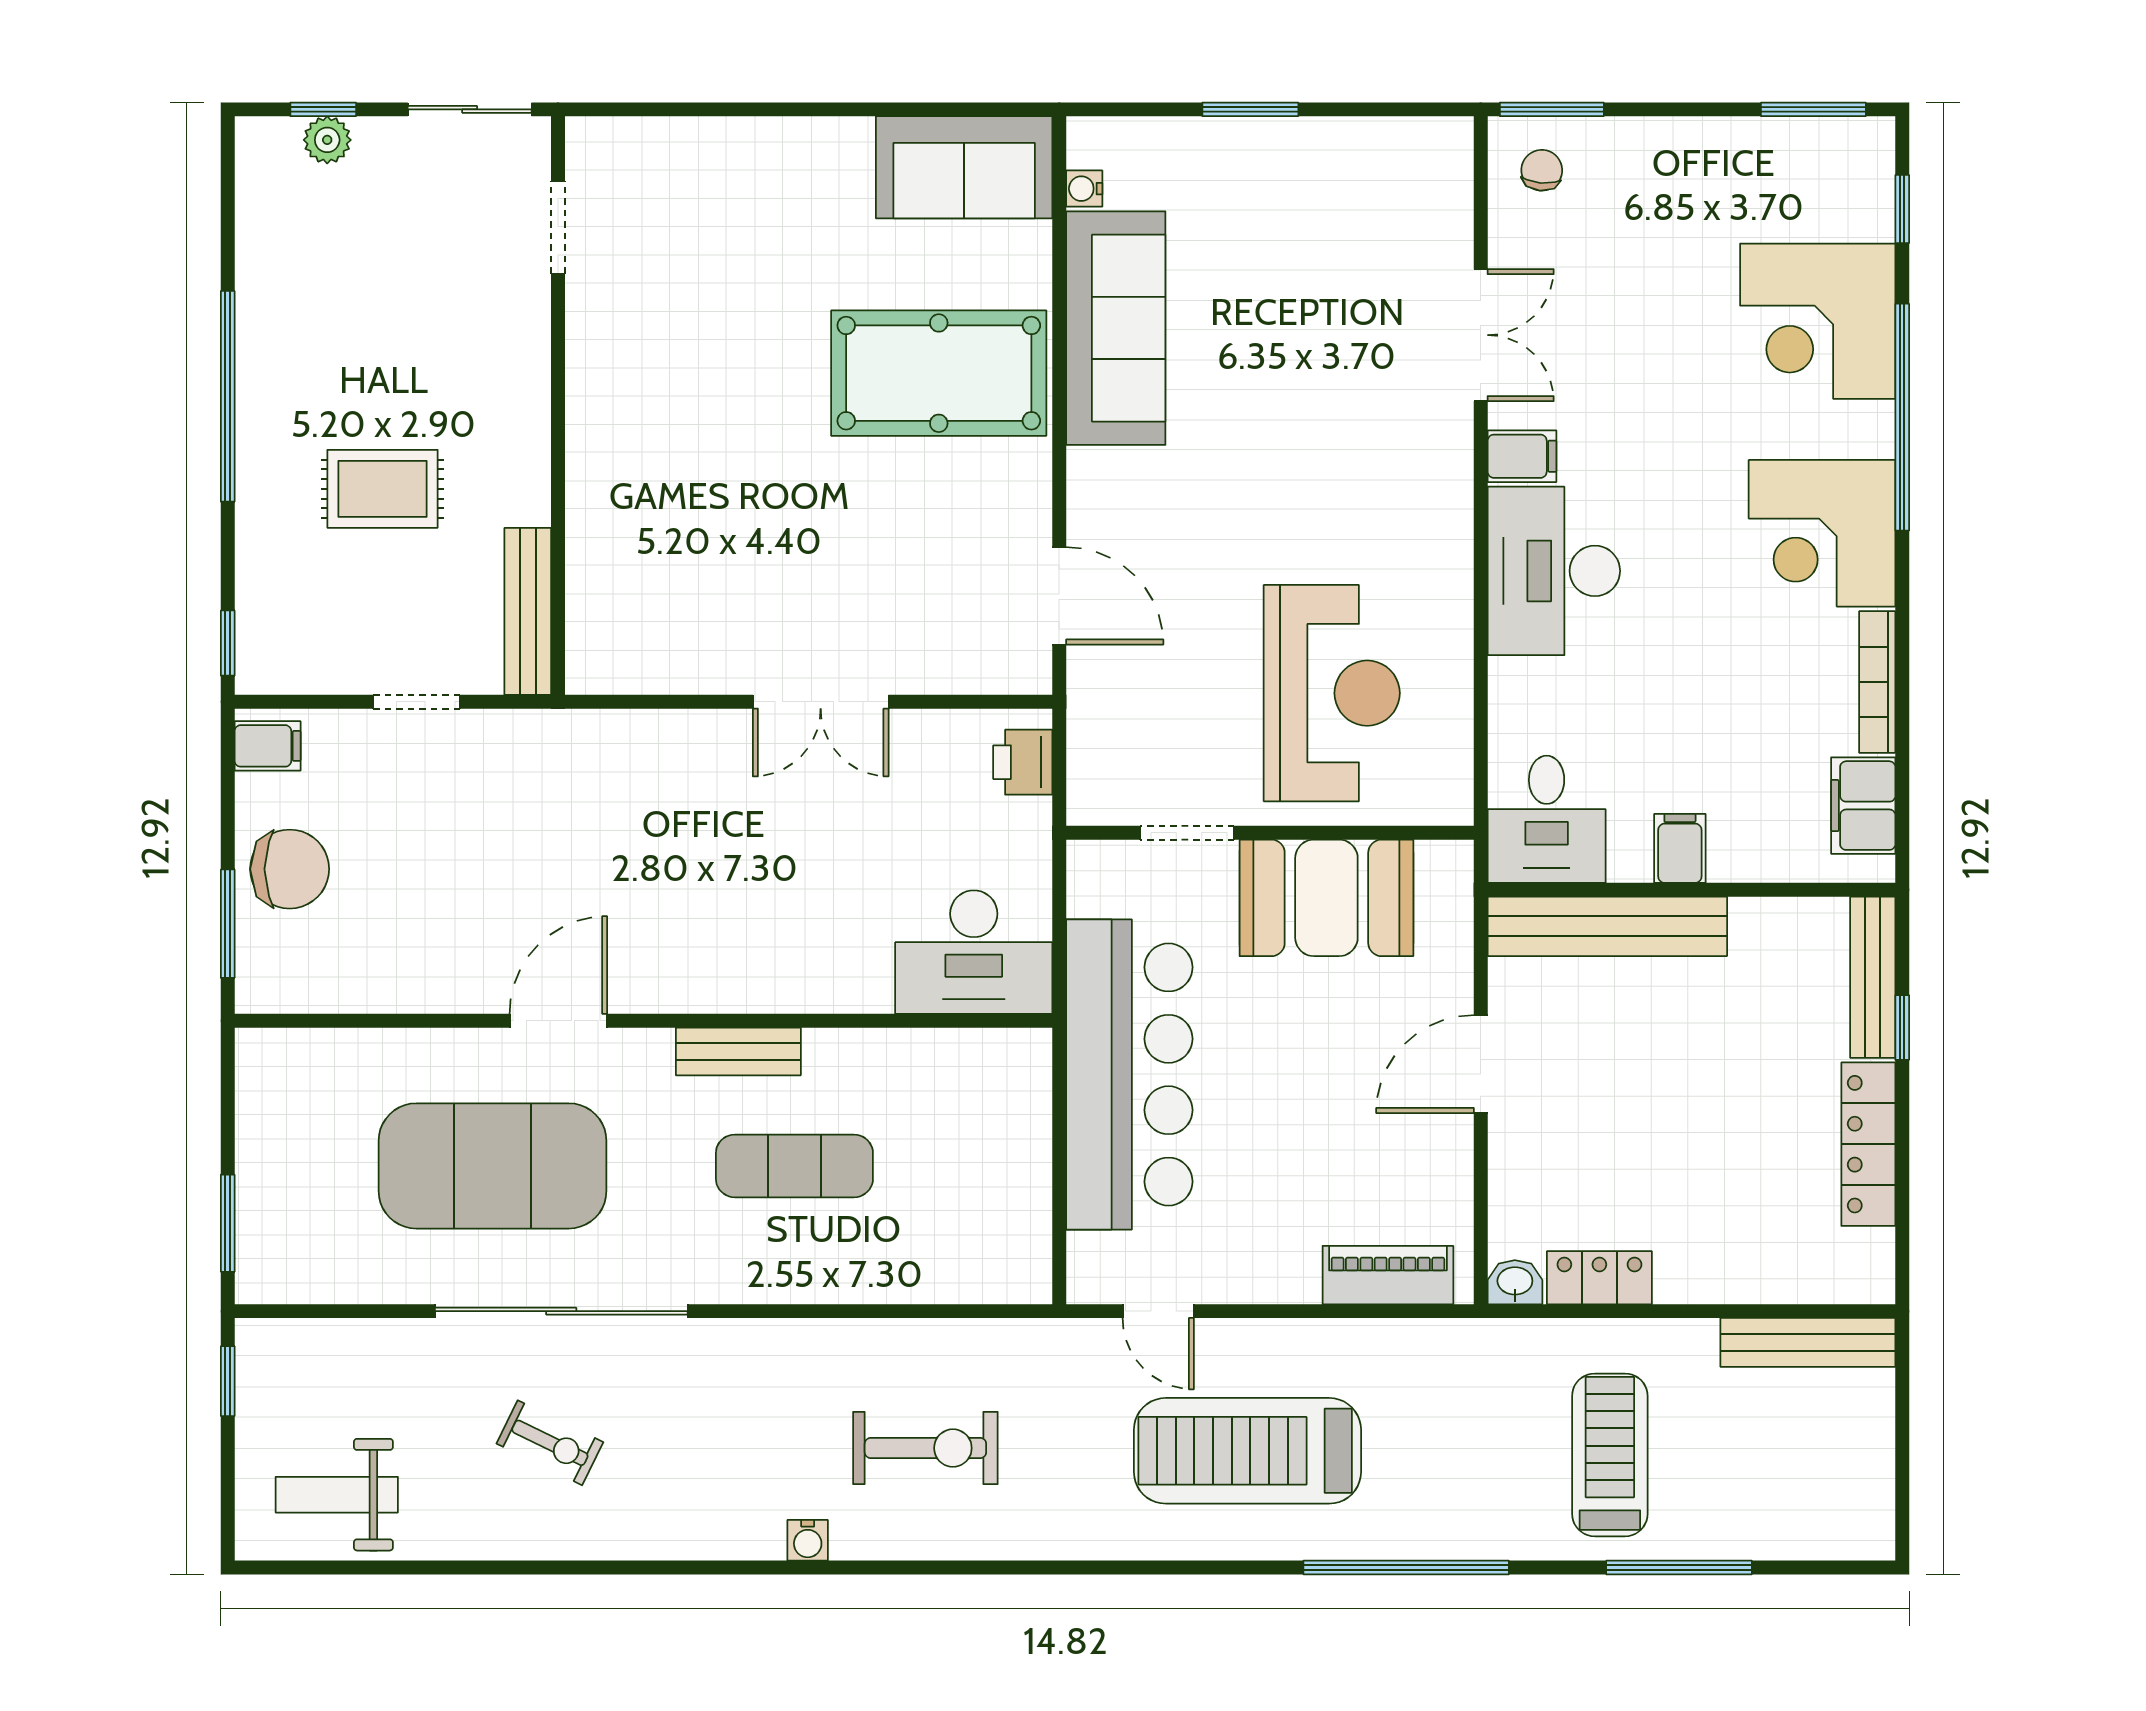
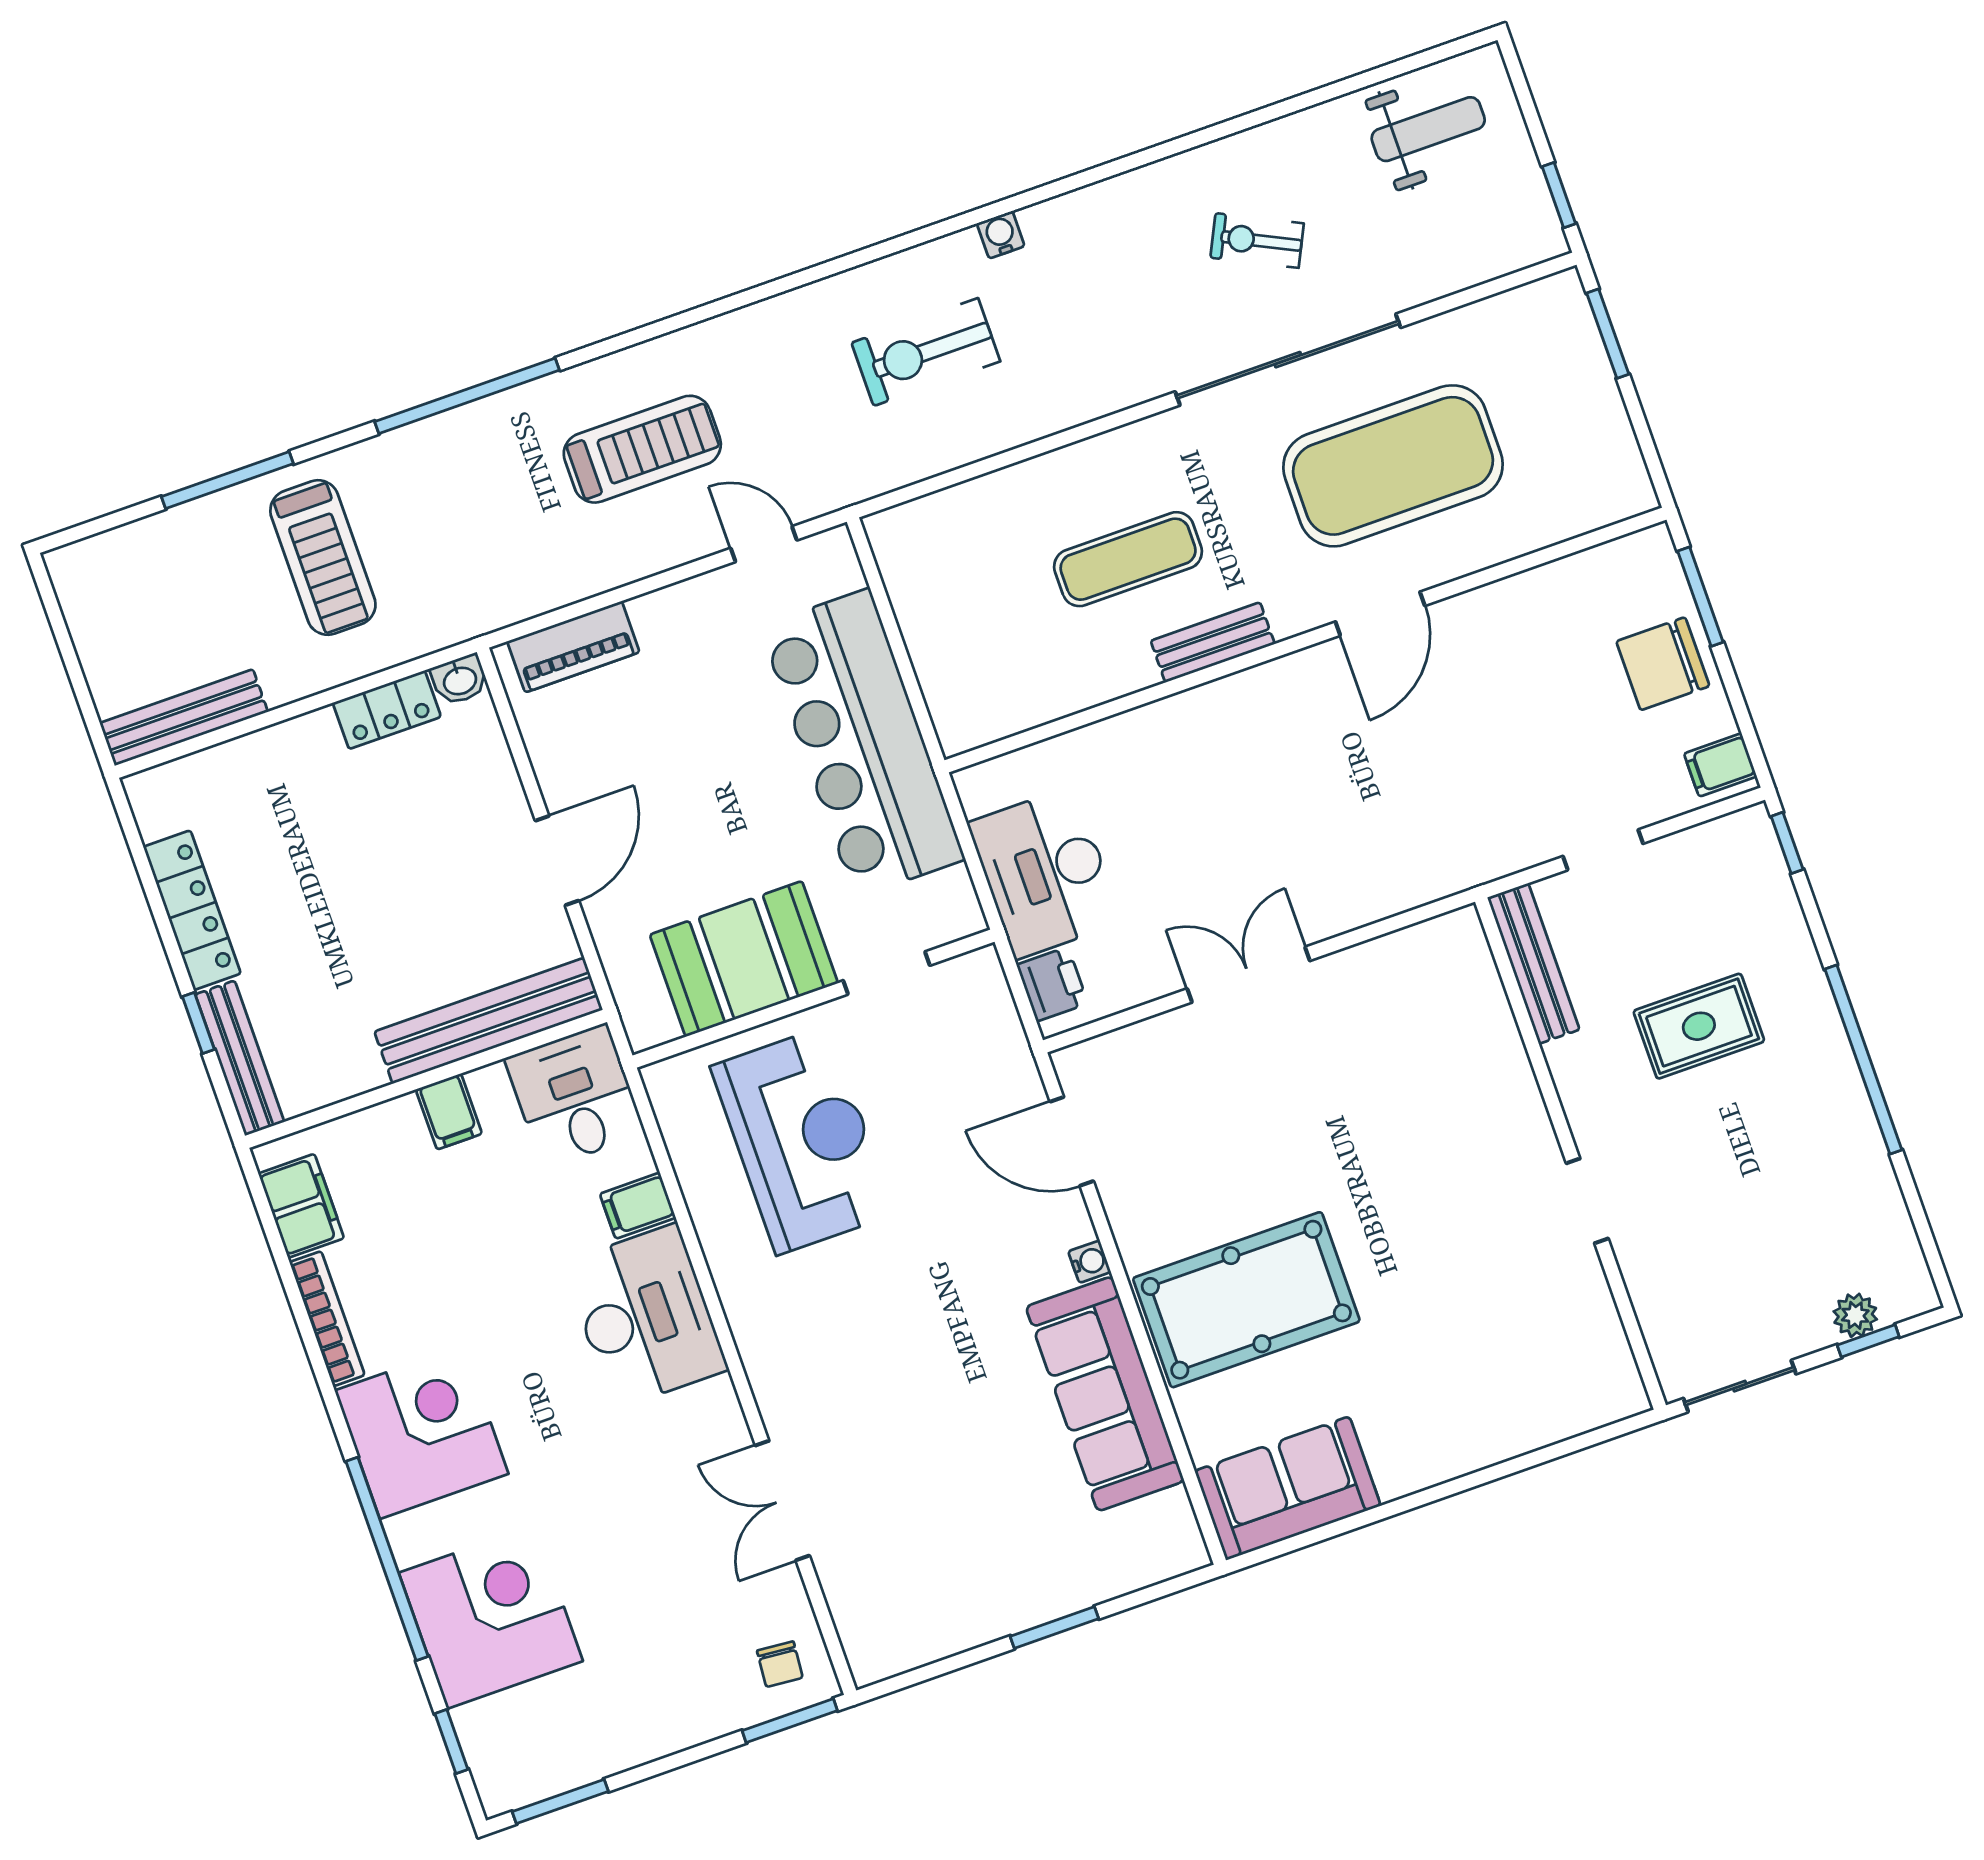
water cooler: (1084, 189) -> (1089, 1262), moved
doorway: (558, 227) -> (1587, 1201), moved
filing cabinet: (1522, 456) -> (638, 1206), moved
reception desk: (1332, 693) -> (803, 1140), turned 180
desk: (974, 952) -> (1045, 873), moved, turned -90
treadmill: (1247, 1451) -> (642, 449), width x0.73, depth x0.73

